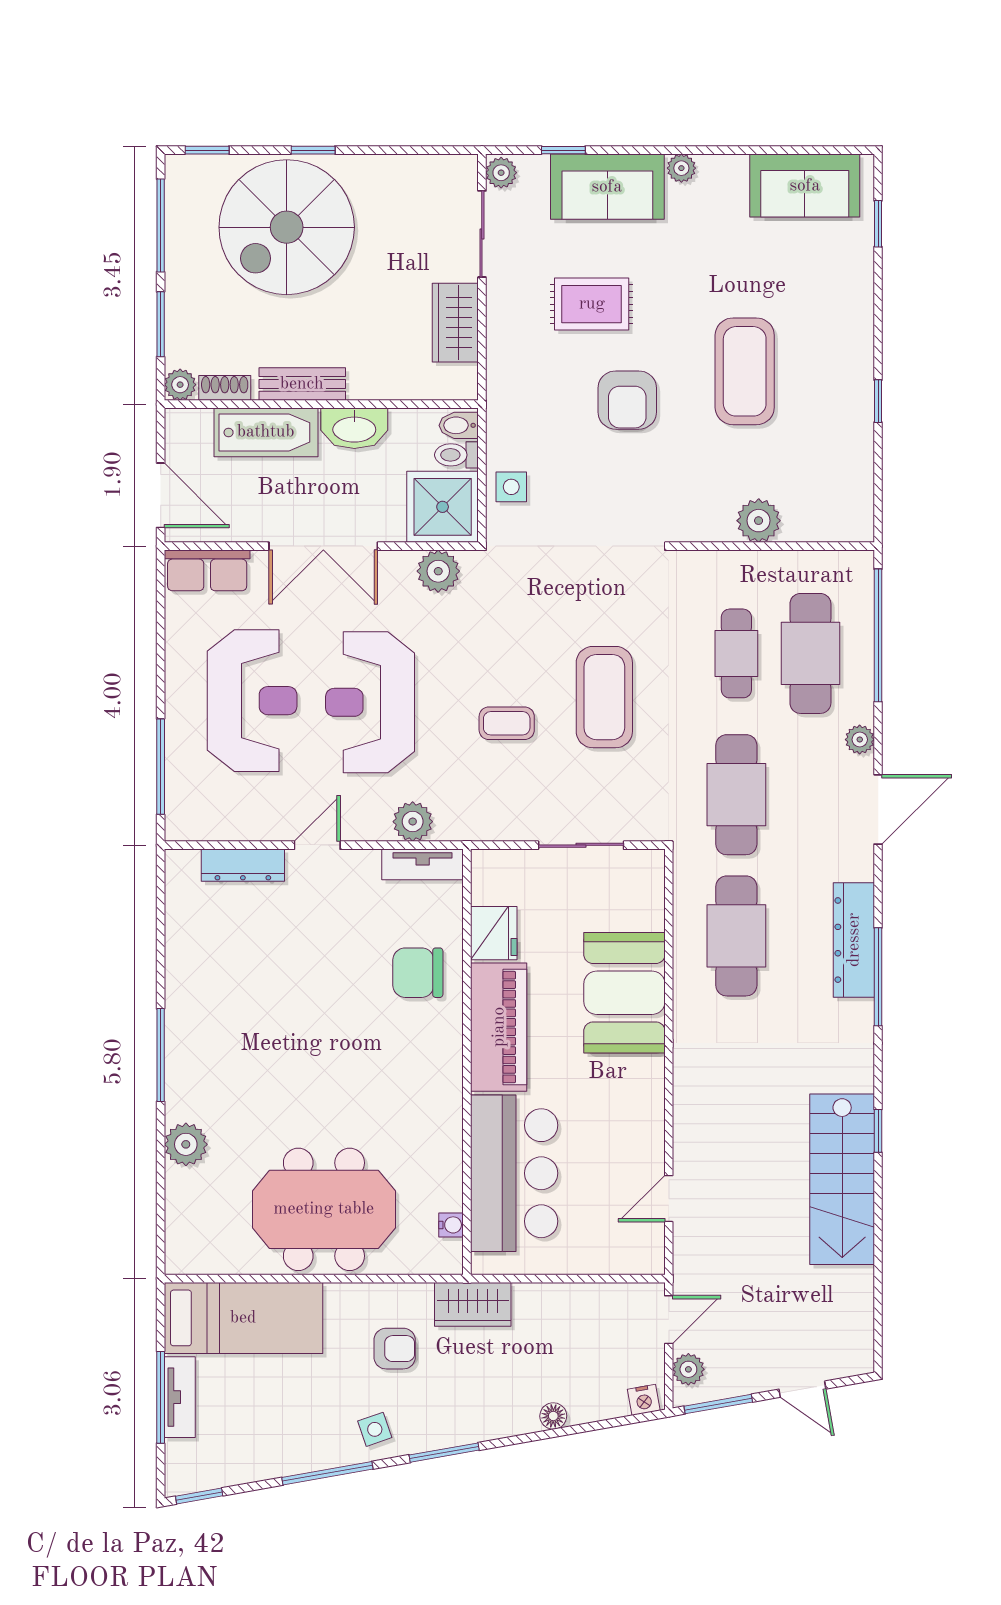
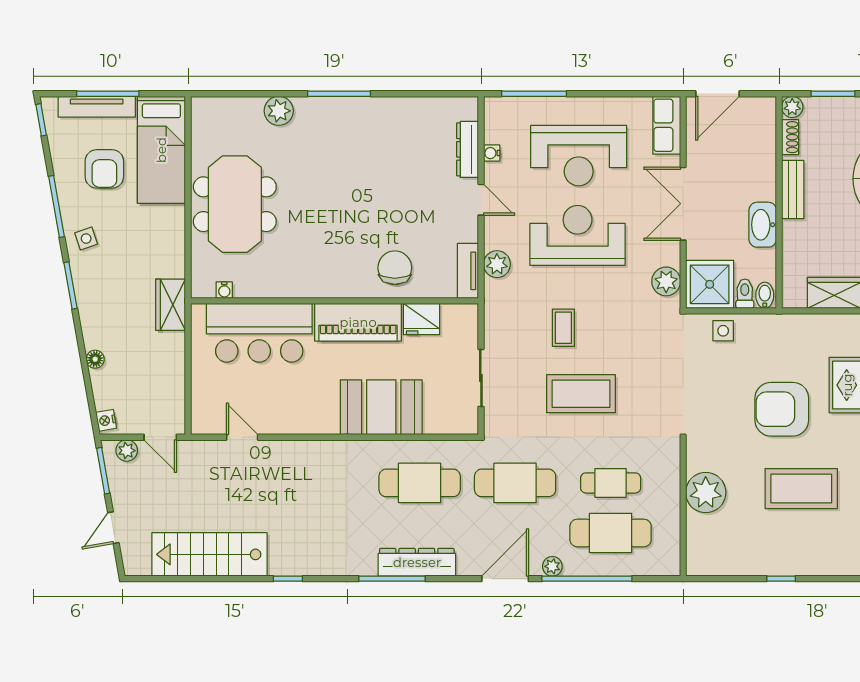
armchair: (627, 400) -> (782, 409), width x1.36, depth x1.36
bathtub: (266, 432) -> (760, 165), removed
plant: (759, 521) -> (706, 493), width x1.36, depth x1.36
window: (878, 635) -> (587, 579), moved
door: (878, 809) -> (505, 579), swing flipped
water cooler: (248, 829) -> (492, 153), added
stairs: (842, 1179) -> (209, 554), moved
armchair: (395, 1349) -> (104, 169), moved, width x1.38, depth x1.38
tv unit: (180, 1397) -> (97, 107), width x1.41

